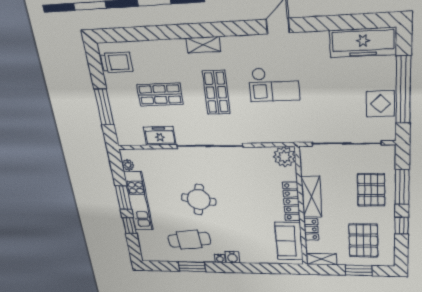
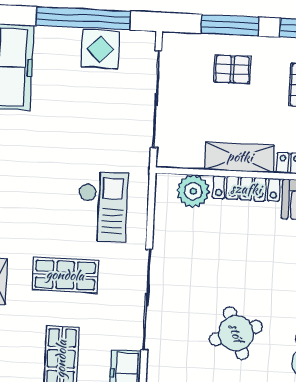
checkout: (274, 84) -> (102, 207), moved
plant: (284, 157) -> (193, 191), moved
pallet: (371, 190) -> (232, 69), width x0.67, depth x0.71
round table: (199, 200) -> (236, 333), turned -30

